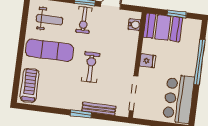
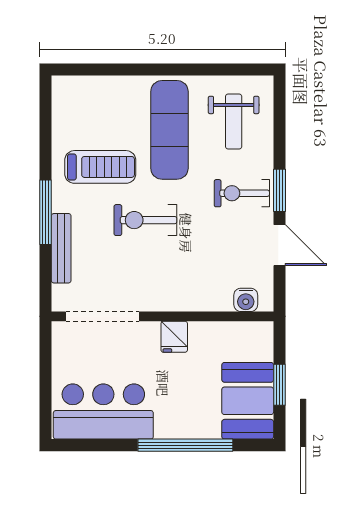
booth: (163, 27) -> (248, 401), moved
exercise bike: (91, 67) -> (145, 220), turned 180
treadmill: (30, 85) -> (100, 167), moved
window: (81, 114) -> (46, 212), width x1.44

